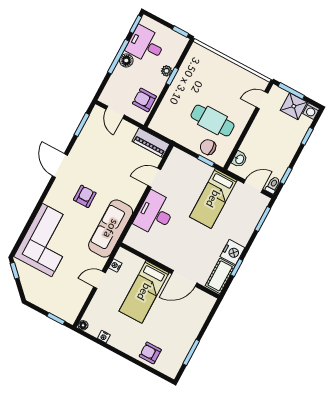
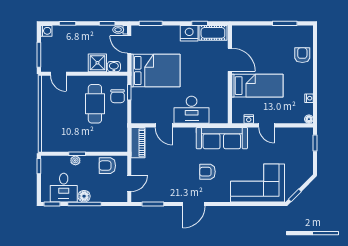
armchair: (144, 100) -> (107, 166), turned 90
shower: (294, 106) -> (97, 63), moved
bed: (213, 199) -> (155, 71), width x1.50
armchair: (150, 353) -> (302, 55), turned 180

